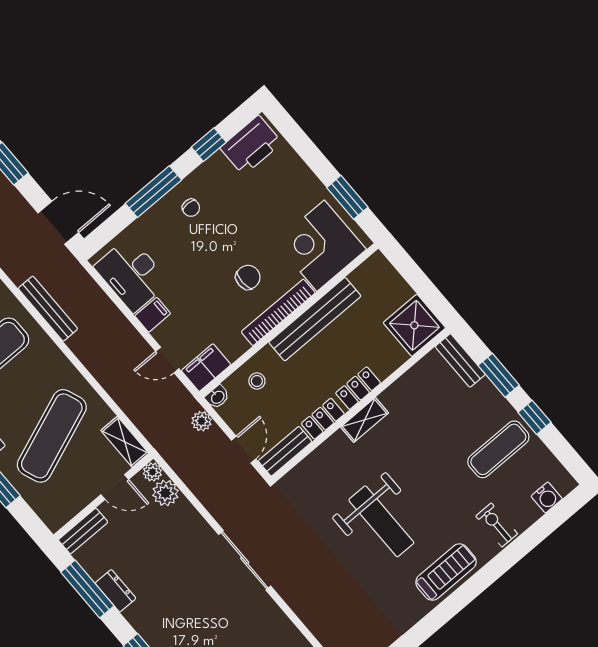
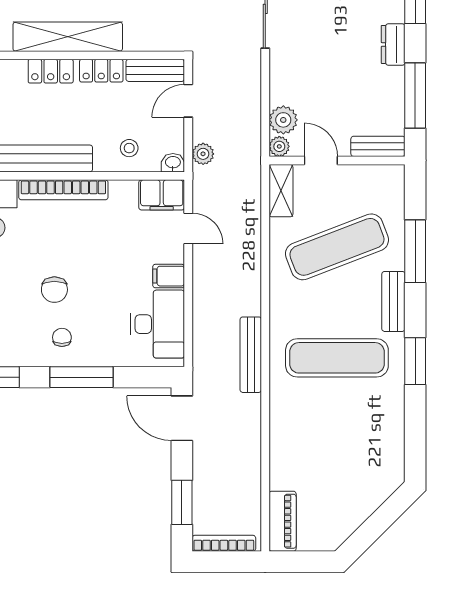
chair: (248, 277) -> (54, 290), moved, turned -89
shelving: (365, 420) -> (68, 37), width x2.20, depth x1.33
dresser: (115, 591) -> (393, 44), moved

